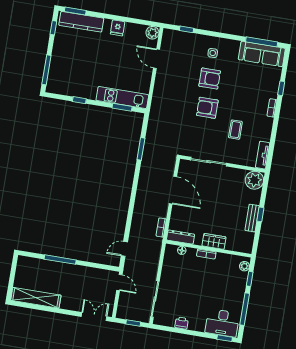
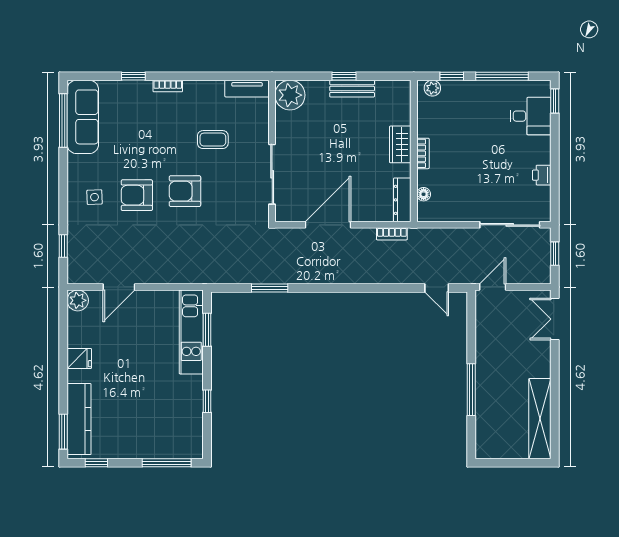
armchair: (210, 79) -> (137, 195), turned -90
armchair: (207, 108) -> (185, 191), turned 90
desk: (222, 323) -> (530, 116), width x0.73

